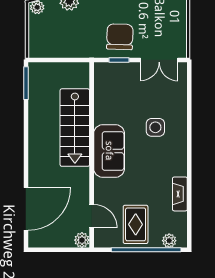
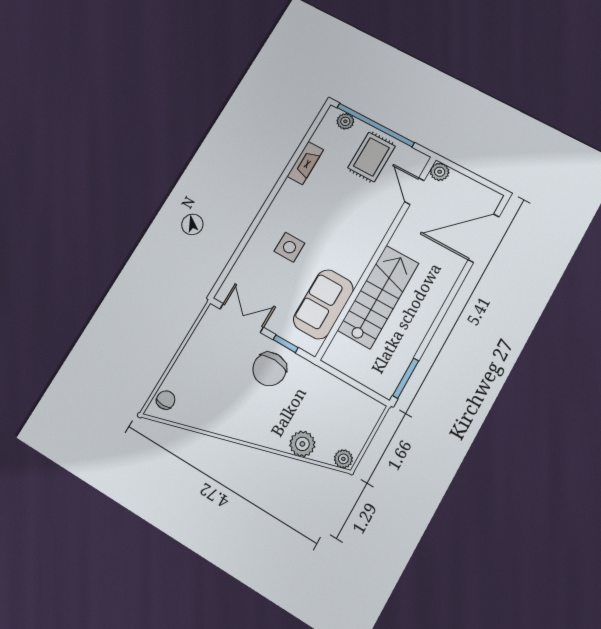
sofa: (109, 151) -> (323, 304), moved

